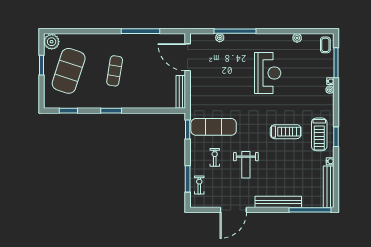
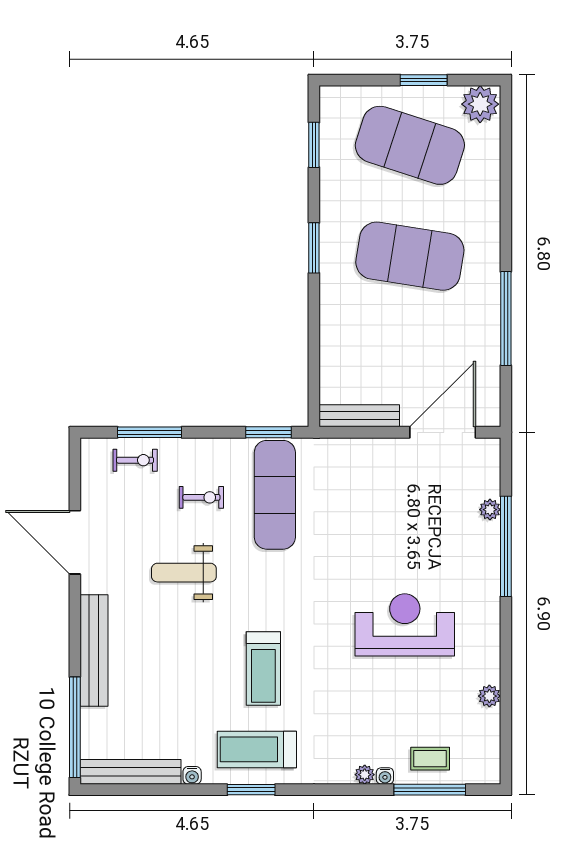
coffee table: (325, 45) -> (430, 759), moved
exercise mat: (115, 71) -> (410, 256), width x2.00, depth x1.45
reception desk: (268, 73) -> (405, 625), turned 180

